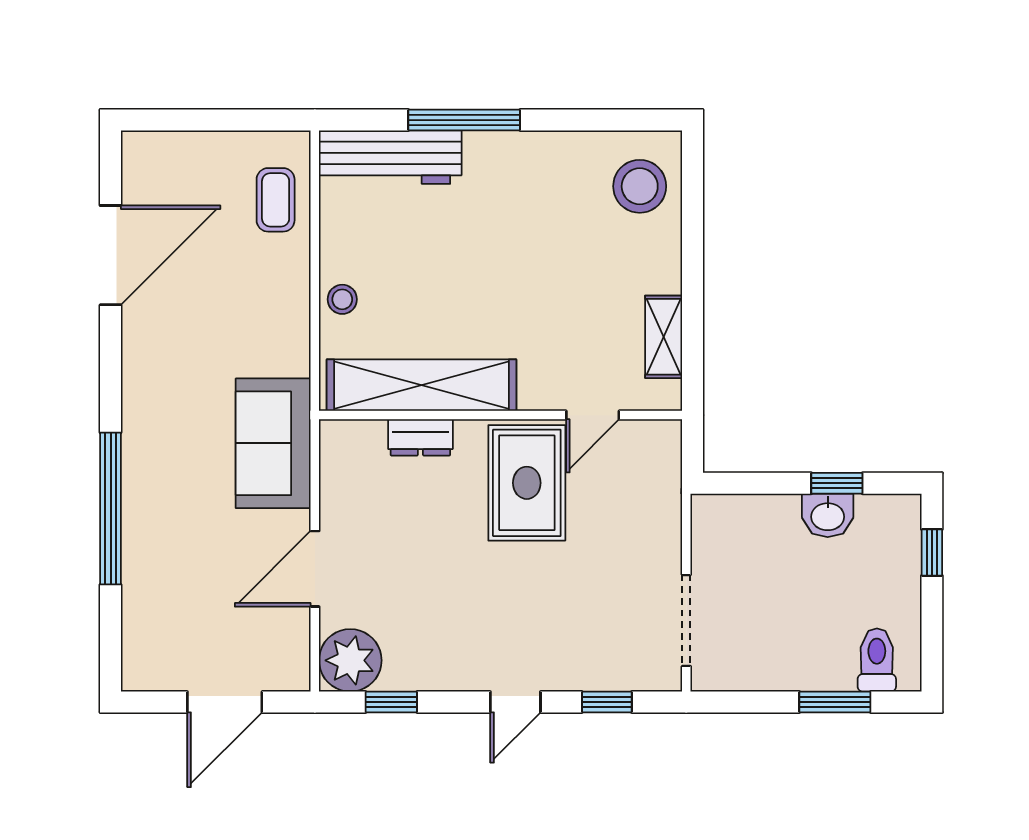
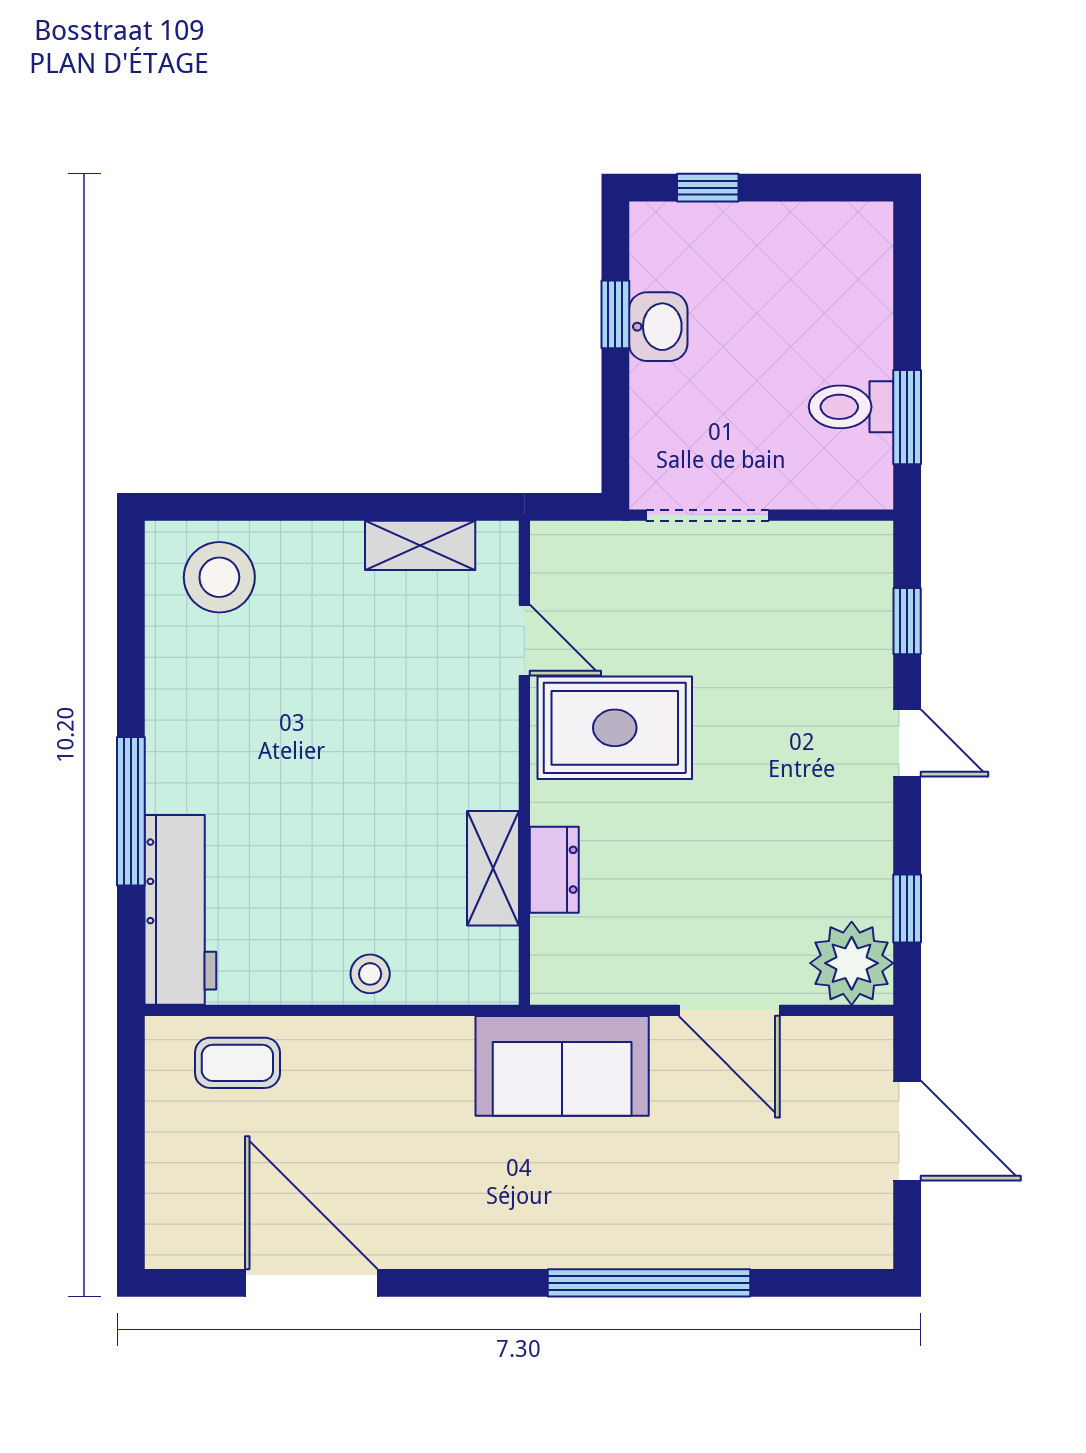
shelving: (422, 385) -> (493, 868), width x0.45, depth x0.75
doorway: (686, 621) -> (707, 515), moved
toilet: (877, 660) -> (851, 407), moved
window: (835, 702) -> (907, 417), moved

